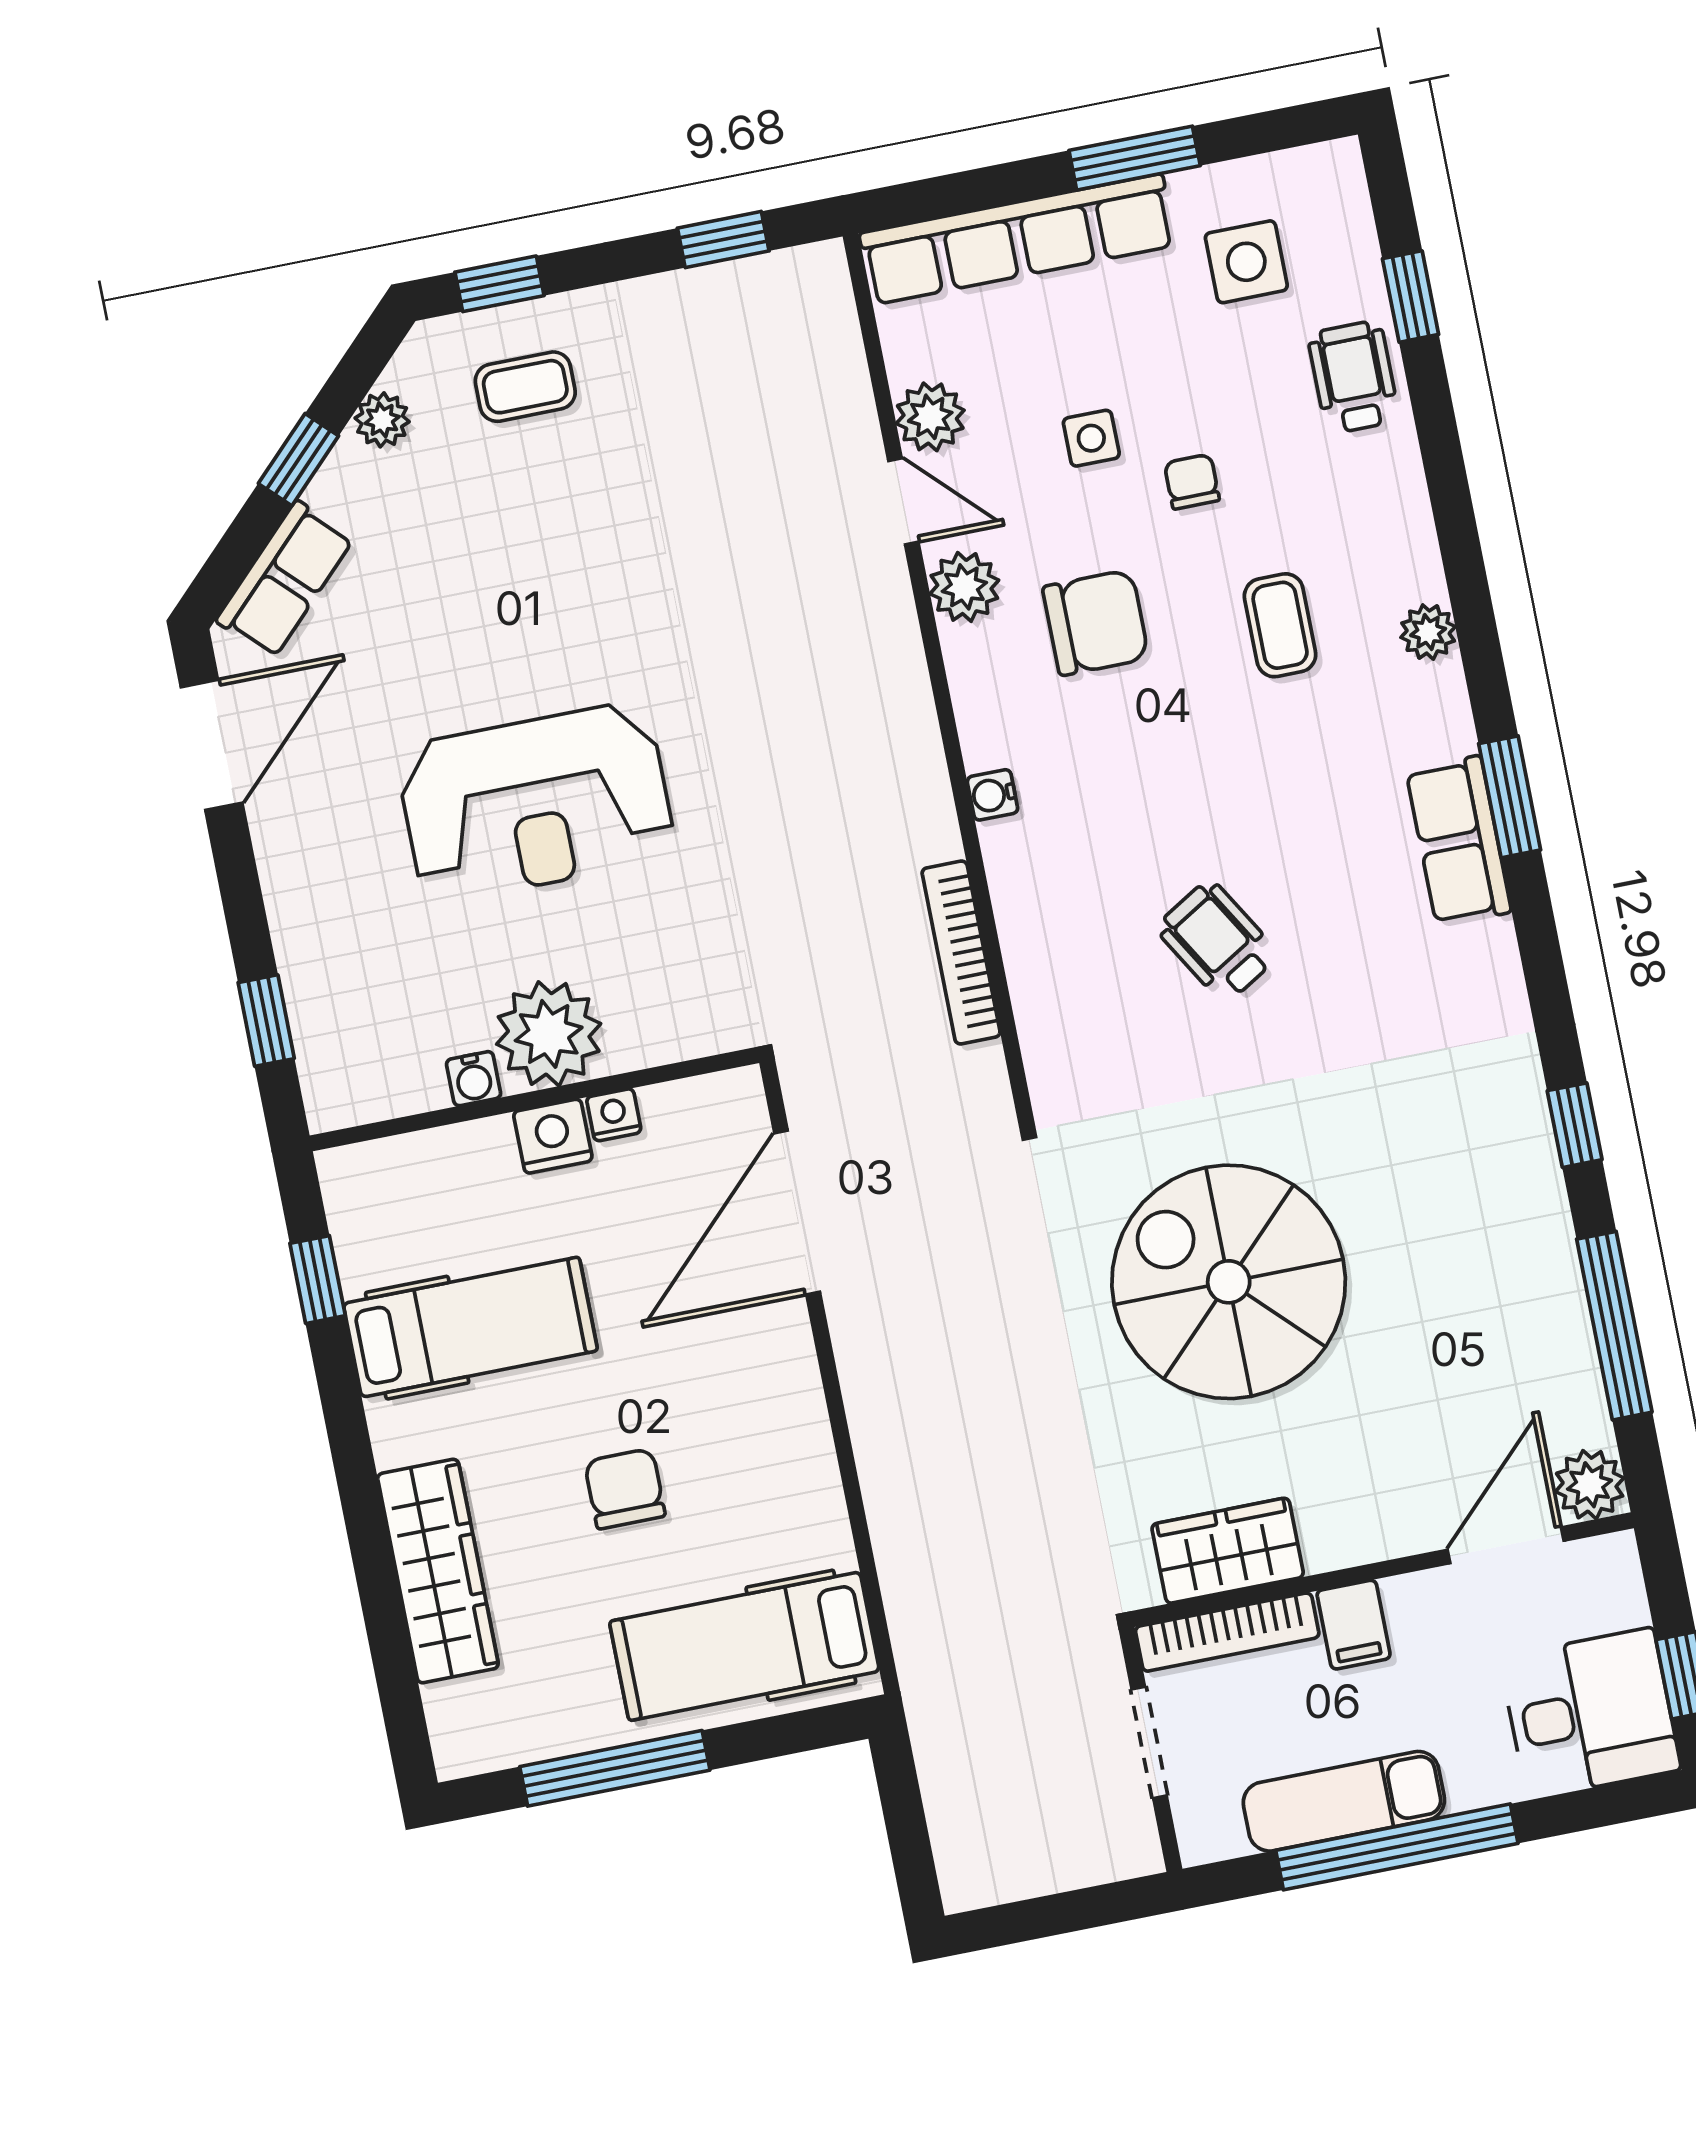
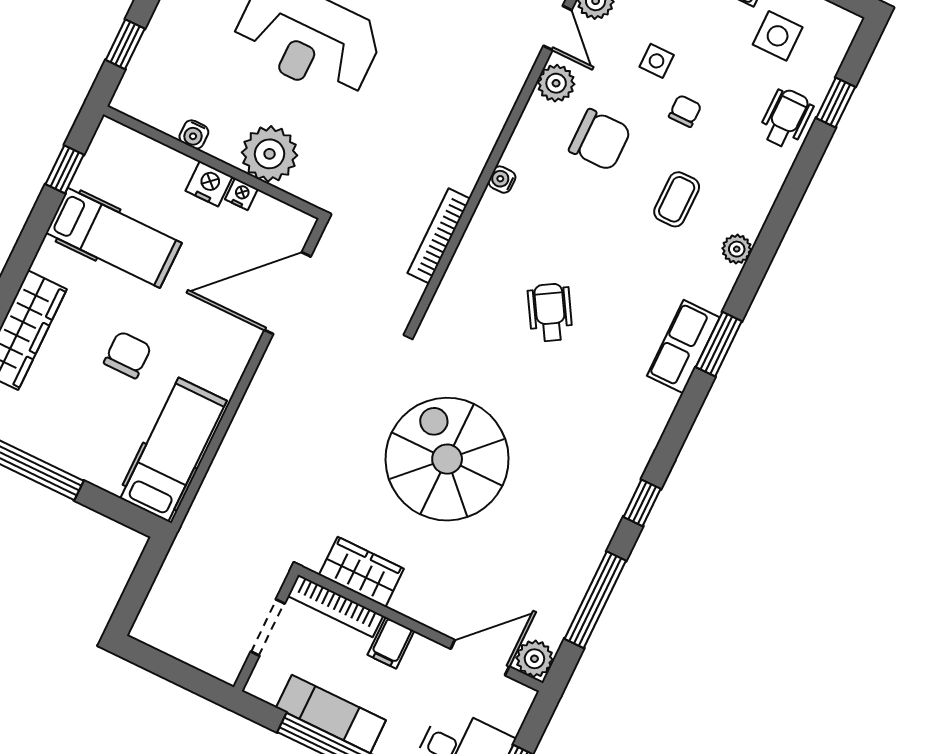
plant: (549, 1034) -> (270, 154), moved
hospital bed: (744, 1646) -> (173, 450), moved, turned 90

